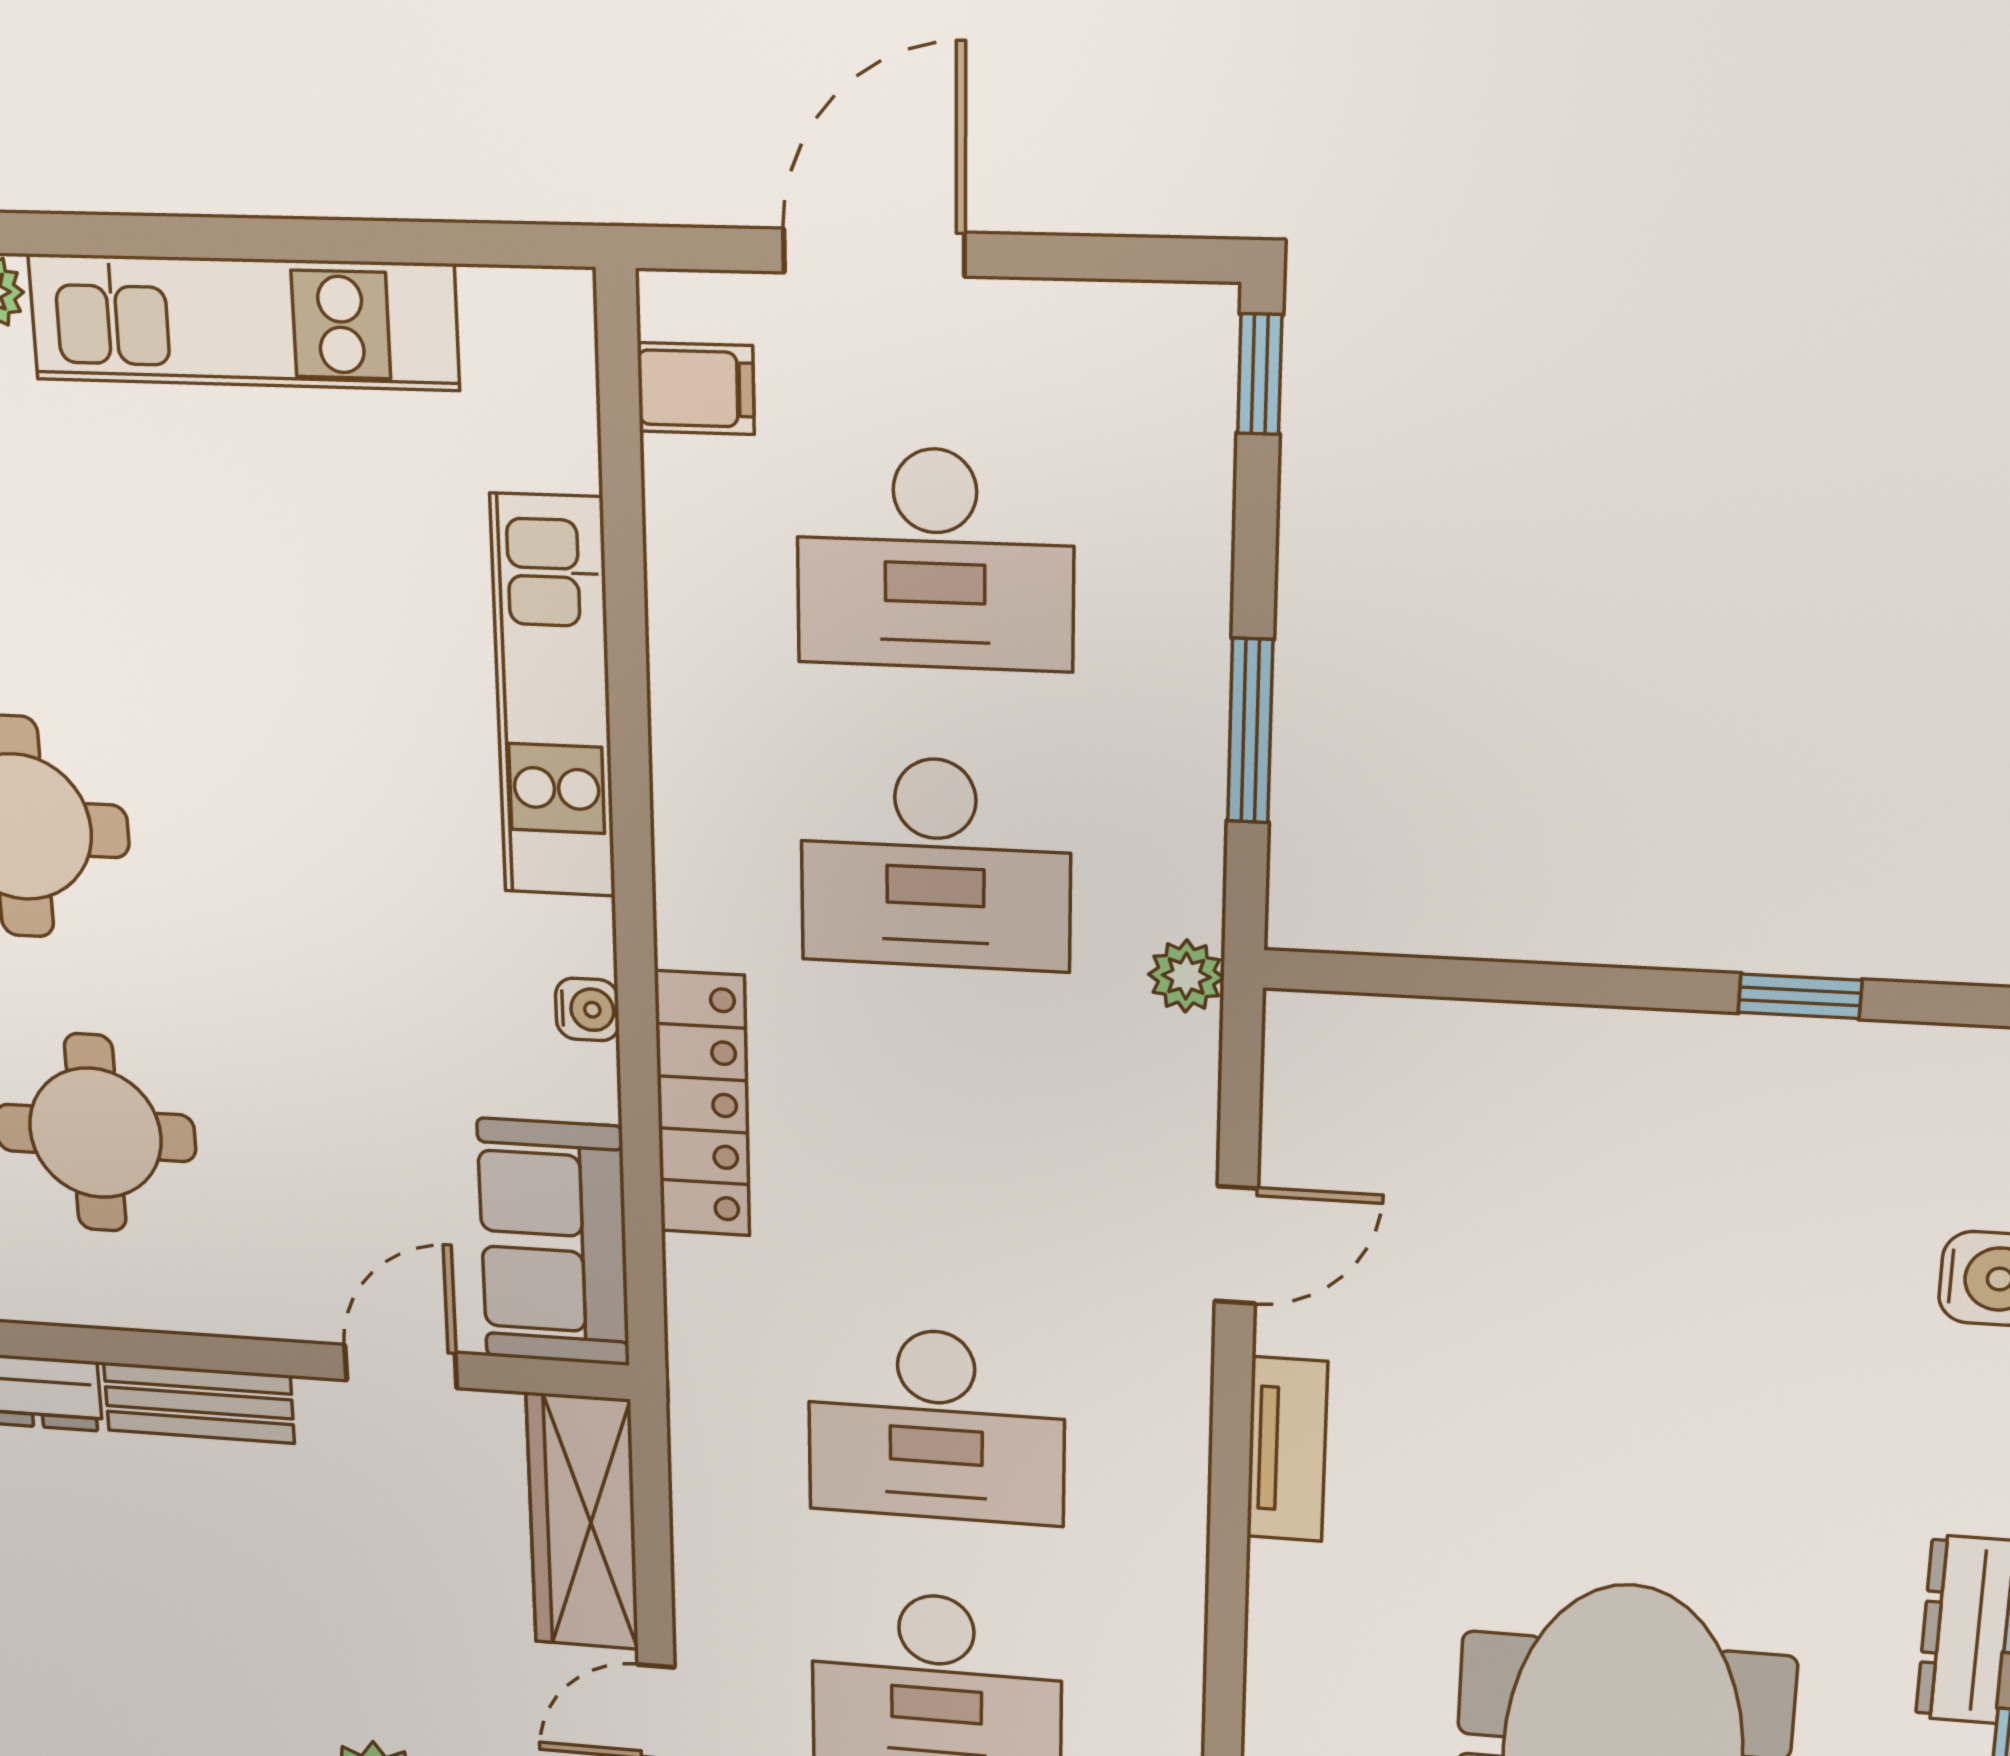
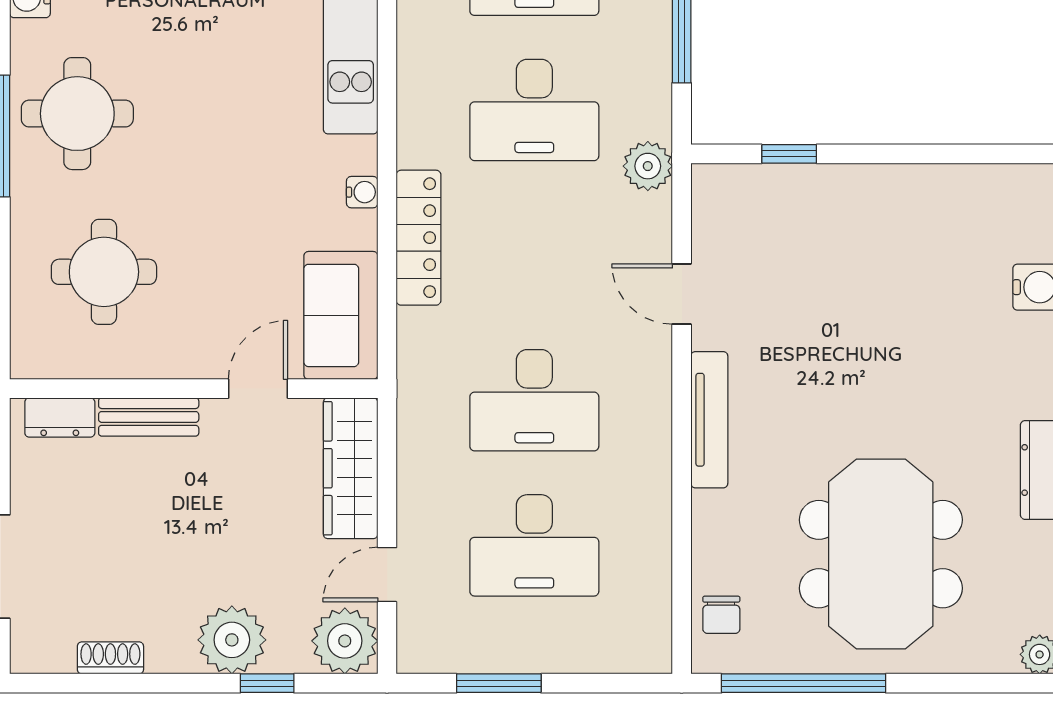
plant: (1186, 976) -> (648, 166), width x1.38, depth x1.38
window: (1800, 996) -> (789, 154), moved
door: (1236, 1245) -> (682, 294), swing flipped
tv unit: (1287, 1449) -> (709, 420), width x1.41

